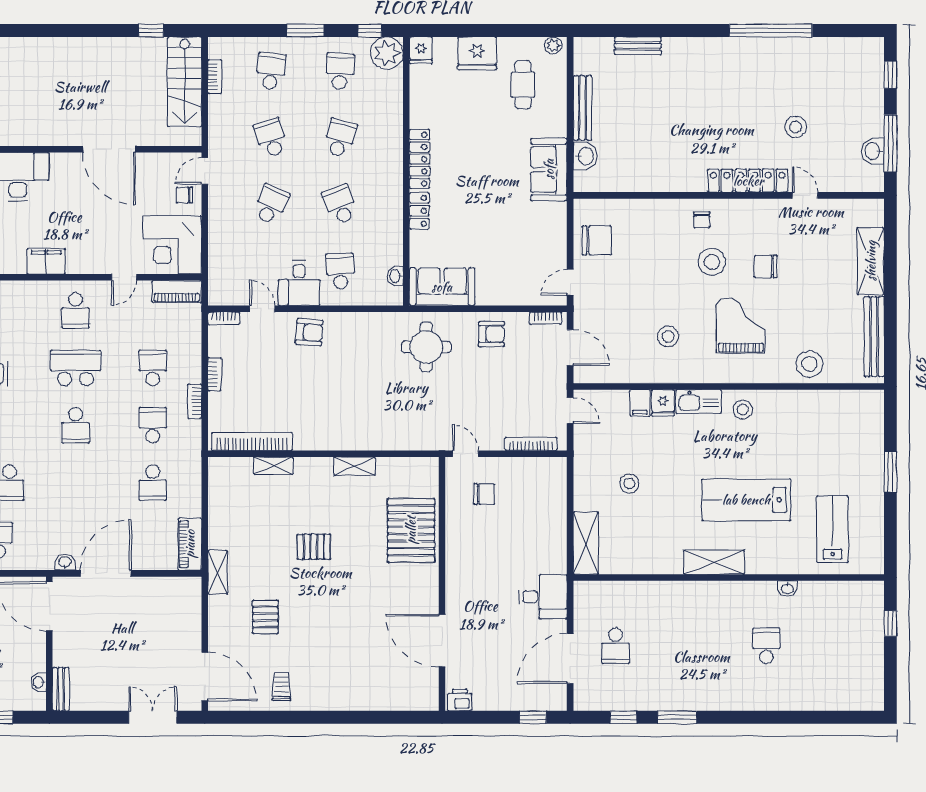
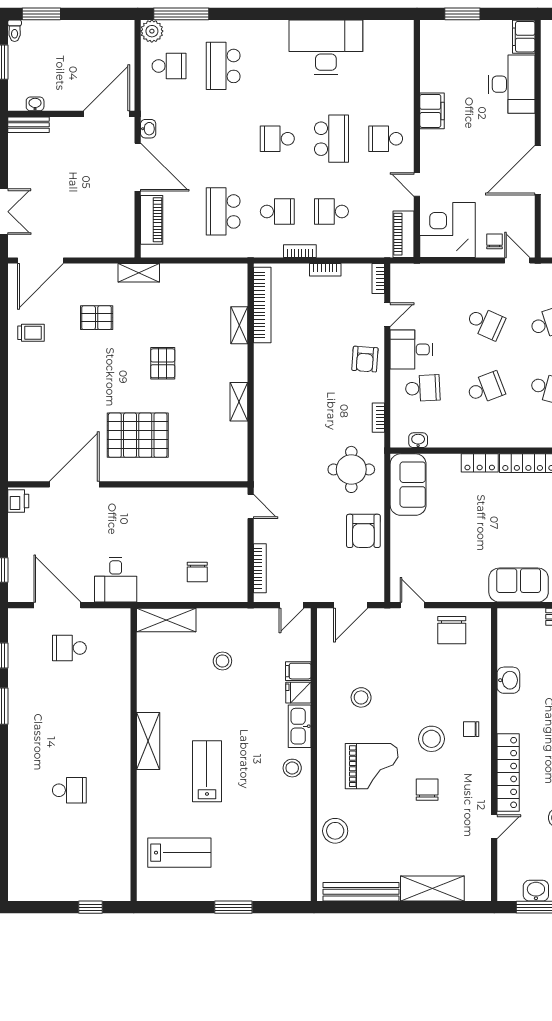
washbasin: (585, 156) -> (508, 680), moved, turned -90
bookcase: (546, 318) -> (378, 418), moved
armchair: (491, 334) -> (363, 531), width x1.38, depth x1.38
school desk: (153, 368) -> (331, 211), turned 180
door: (466, 454) -> (251, 506), hinge flipped
school desk: (153, 483) -> (223, 211), width x1.85
chair: (484, 494) -> (197, 572), moved
lab bench: (746, 500) -> (207, 771), width x0.73, depth x0.72
pallet: (411, 530) -> (138, 435), moved
piano: (190, 544) -> (152, 220), moved, turned 90
washbasin: (787, 589) -> (123, 810), removed

